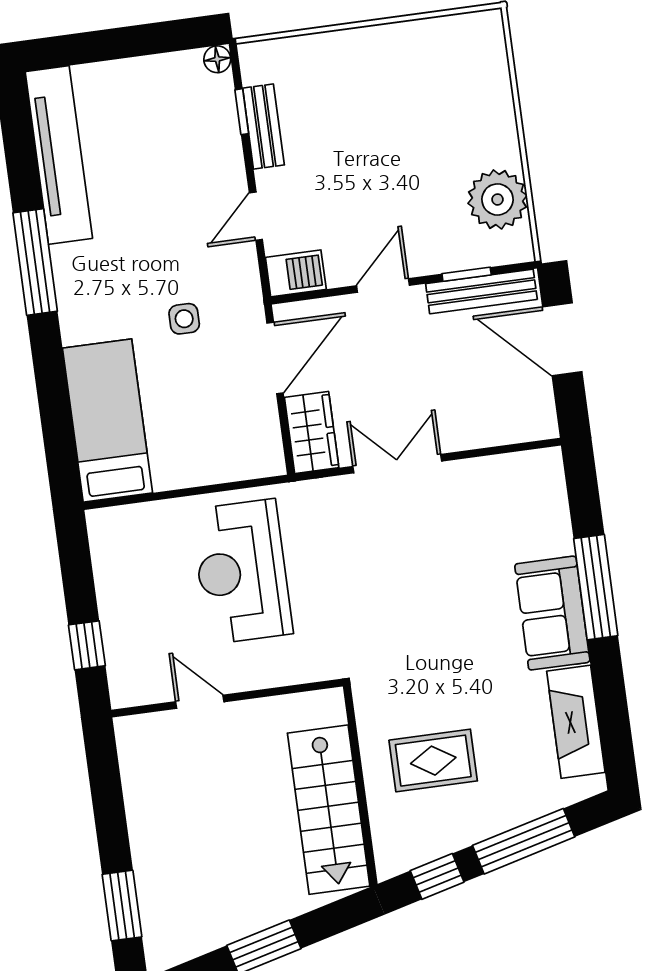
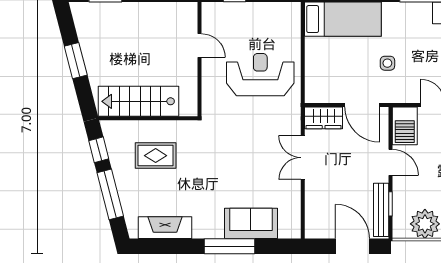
barbecue: (296, 273) -> (405, 126), width x1.38, depth x1.27
door: (562, 339) -> (352, 246), hinge flipped
double door: (397, 464) -> (303, 158), swing flipped
sofa: (552, 613) -> (251, 223), moved
door: (200, 702) -> (200, 46), hinge flipped
rug: (433, 761) -> (156, 156), turned 90

